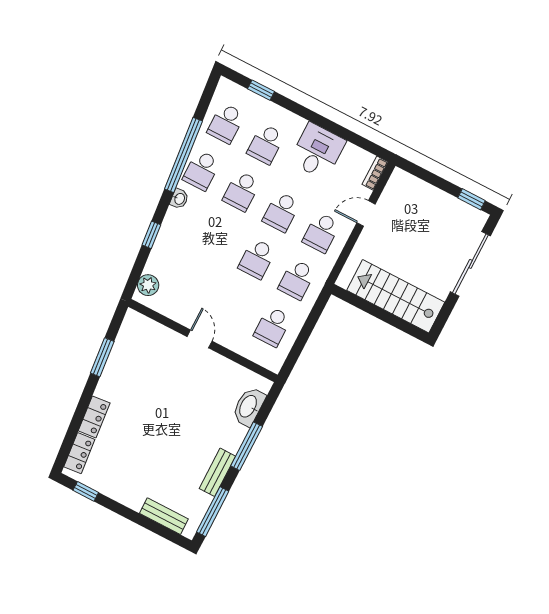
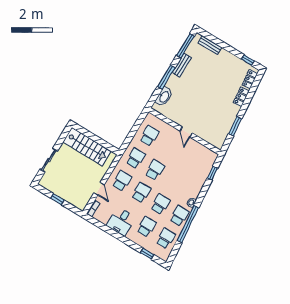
window: (472, 199) -> (57, 199), moved
door: (366, 213) -> (99, 189), hinge flipped
window: (151, 235) -> (212, 173), moved
sliding door: (470, 264) -> (49, 160), width x0.73
plant: (148, 285) -> (210, 161), removed

